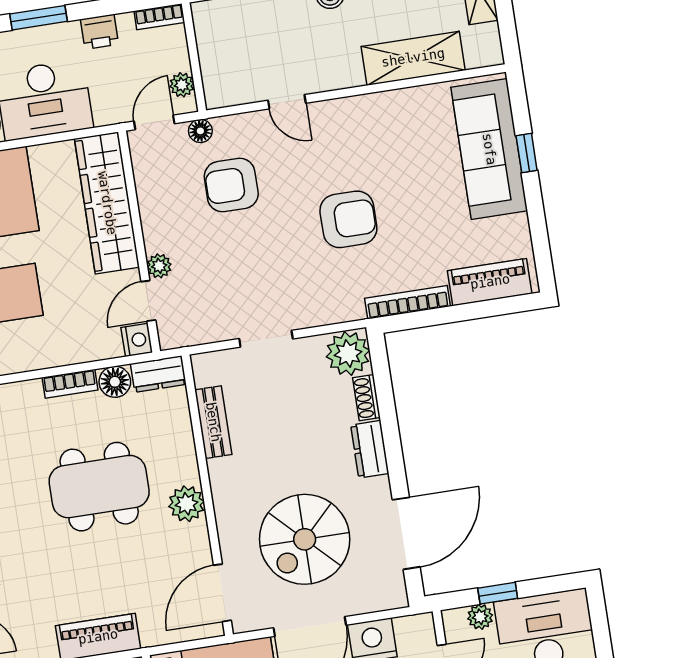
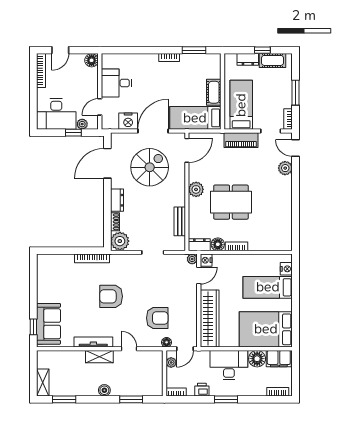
shelving: (413, 58) -> (99, 357), moved, width x0.67, depth x0.75
tv unit: (374, 105) -> (93, 342), added
sofa: (489, 149) -> (49, 324), width x0.73
window: (527, 153) -> (33, 327), moved
plant: (159, 266) -> (192, 259), moved
piano: (490, 282) -> (57, 261), removed

